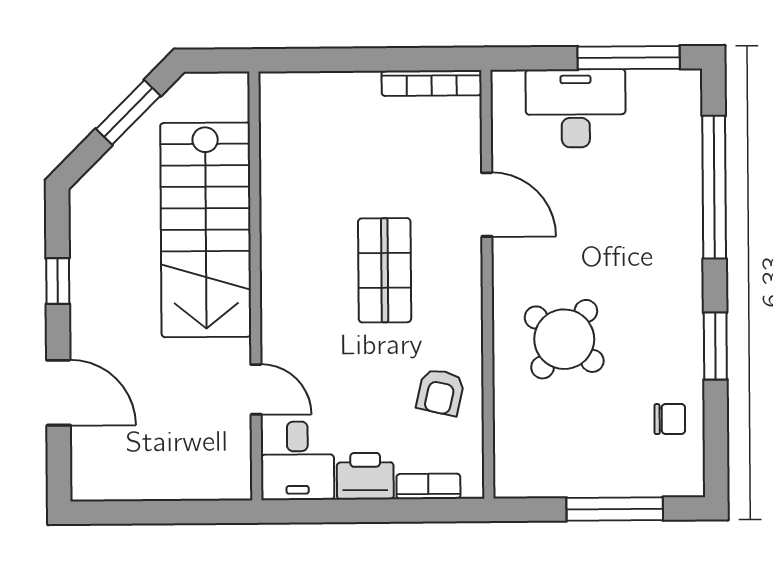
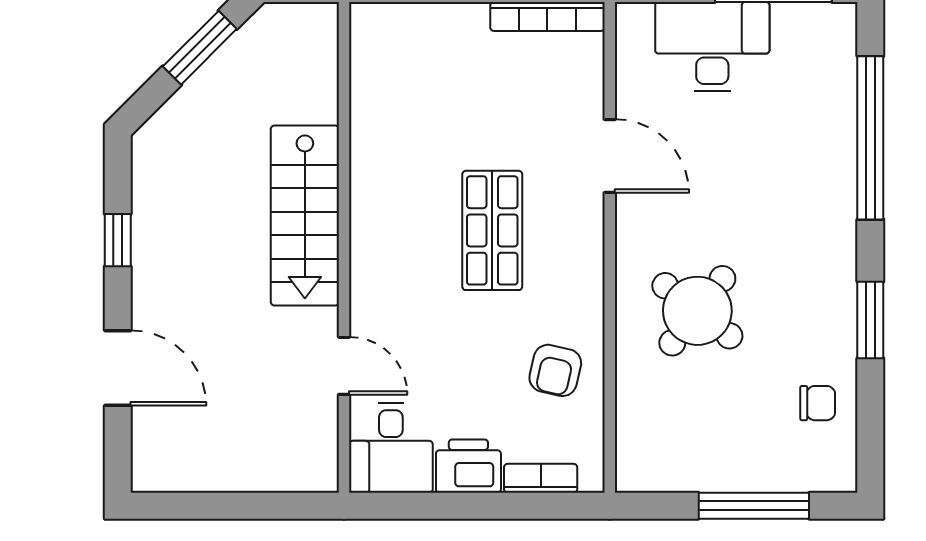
stairs: (206, 230) -> (305, 216), width x0.73, depth x0.66

